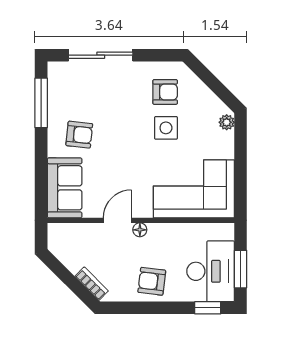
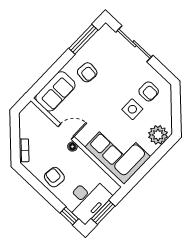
plant: (227, 122) -> (158, 135), width x1.87, depth x1.87

